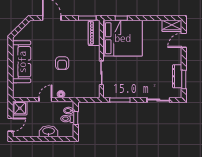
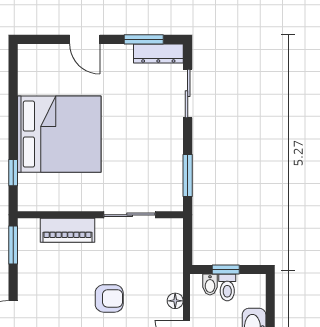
wardrobe: (172, 26) -> (30, 65), removed
piano: (94, 33) -> (68, 230), moved
bed: (123, 38) -> (59, 134), moved, turned 90
door: (184, 40) -> (85, 39), moved
dresser: (177, 76) -> (158, 53), moved

